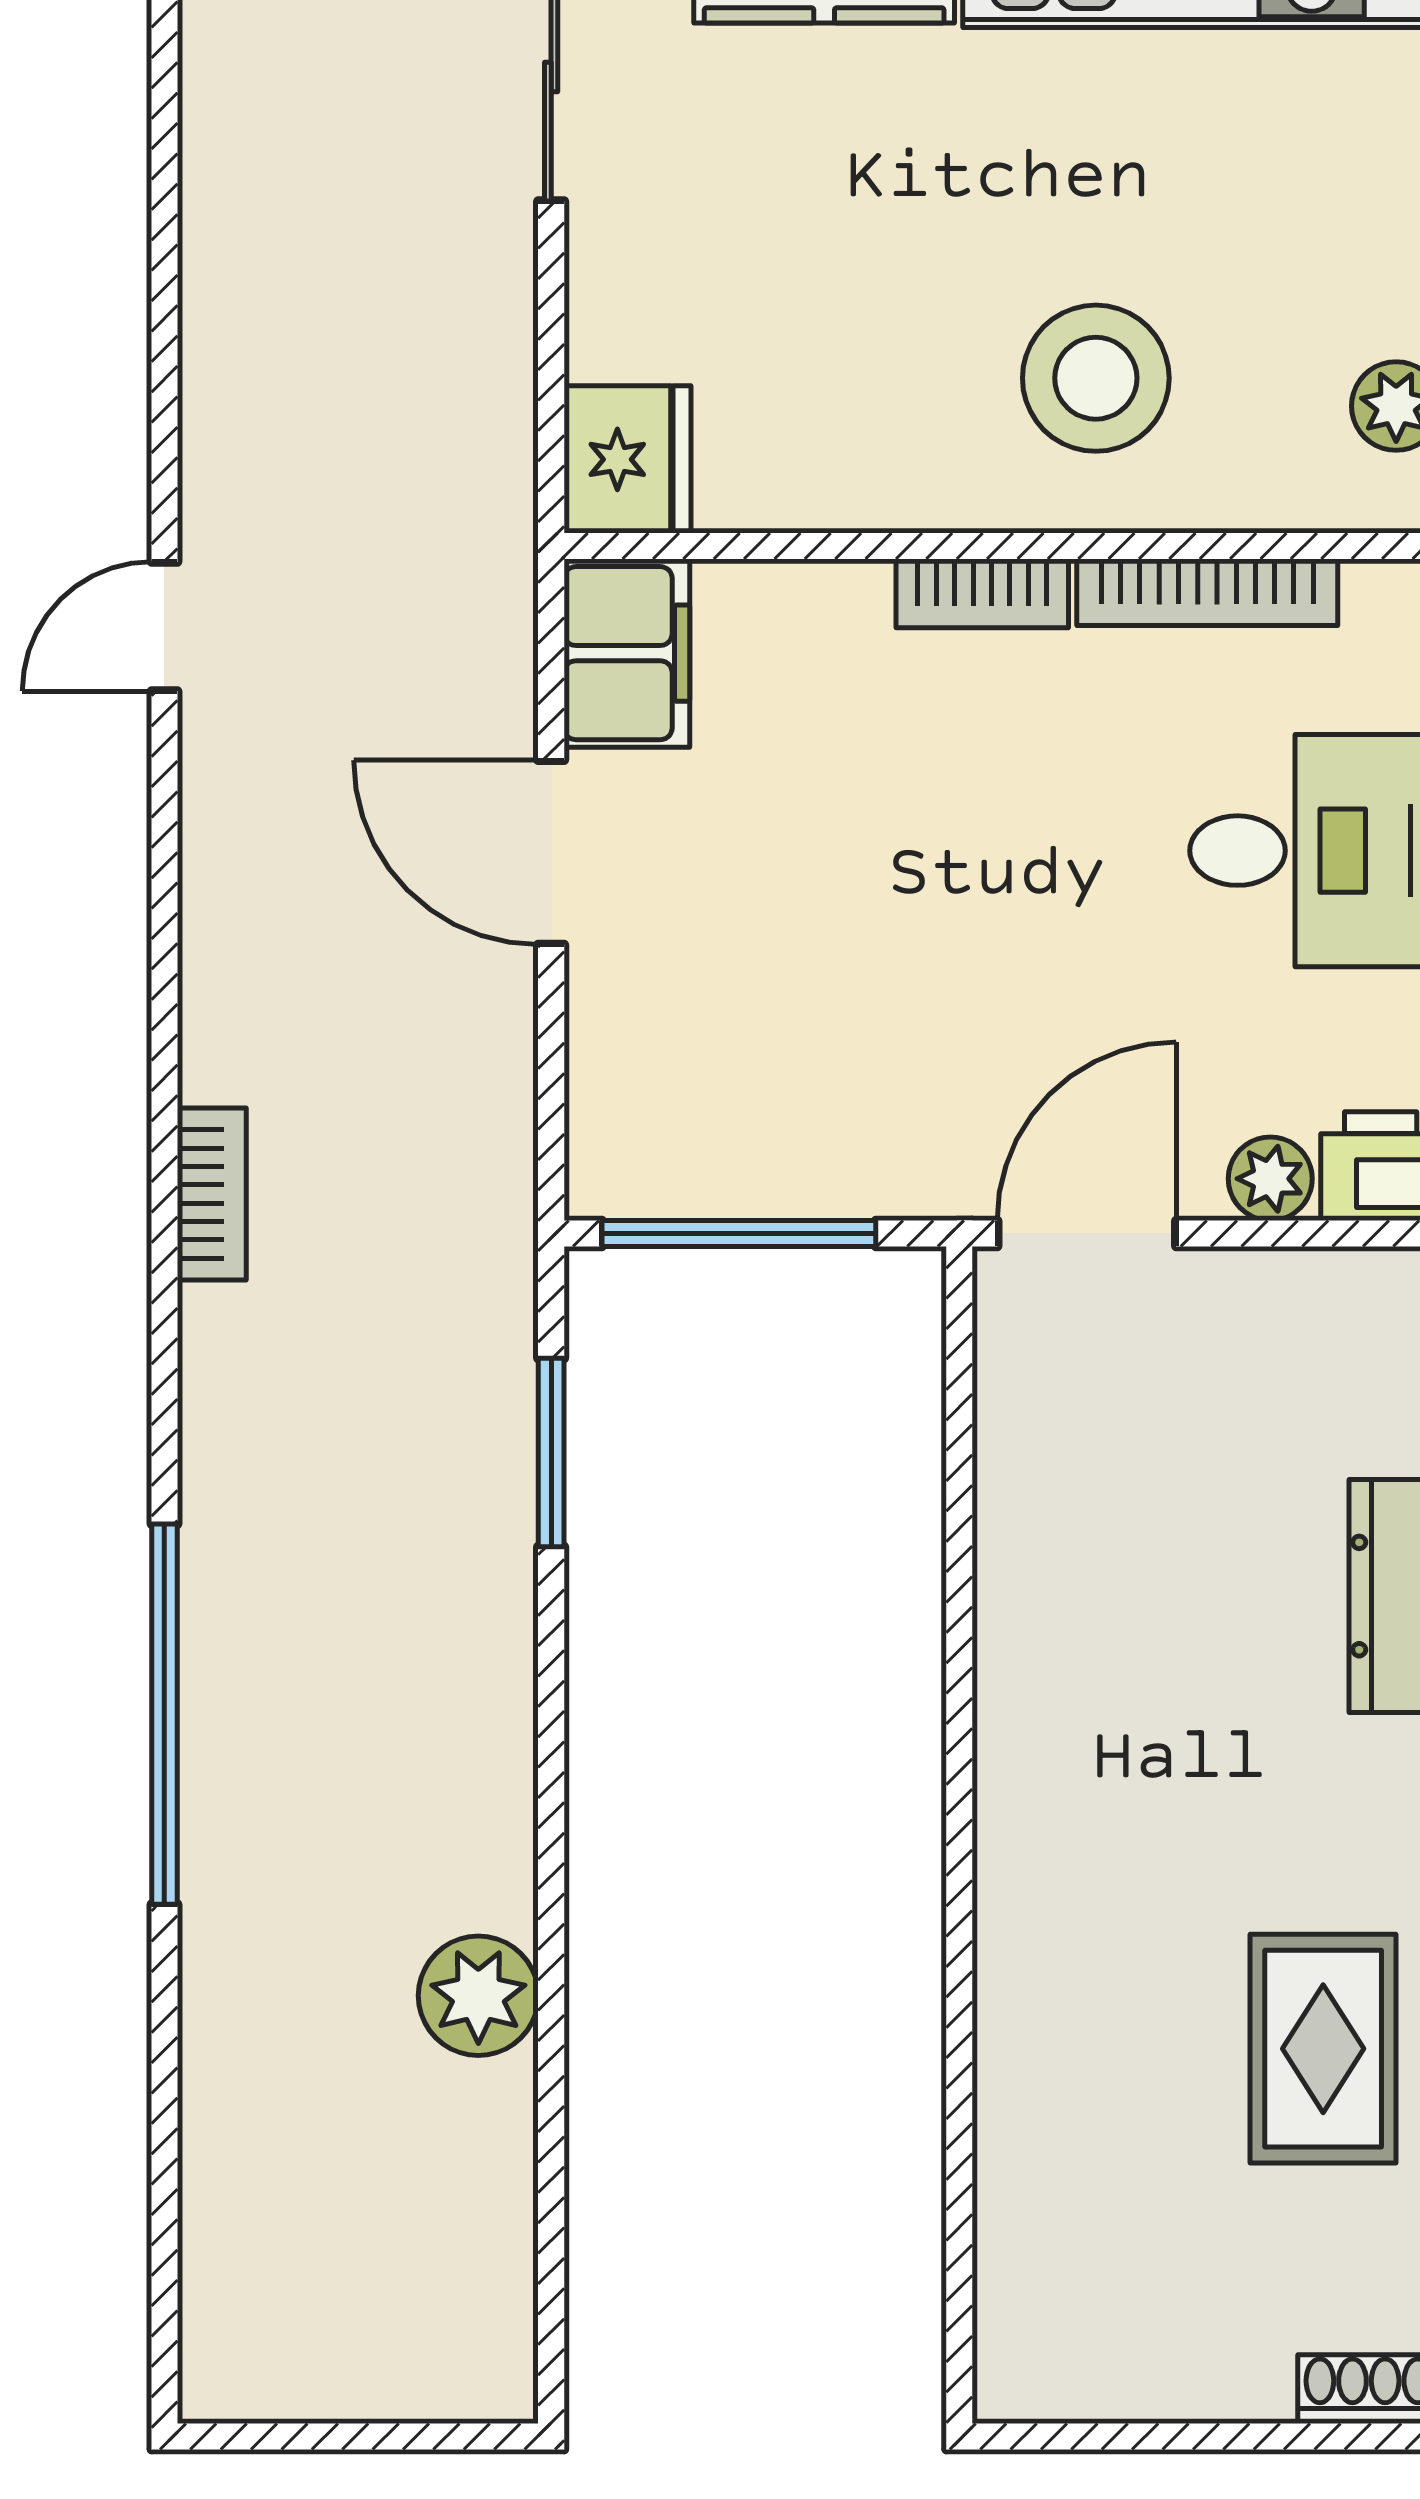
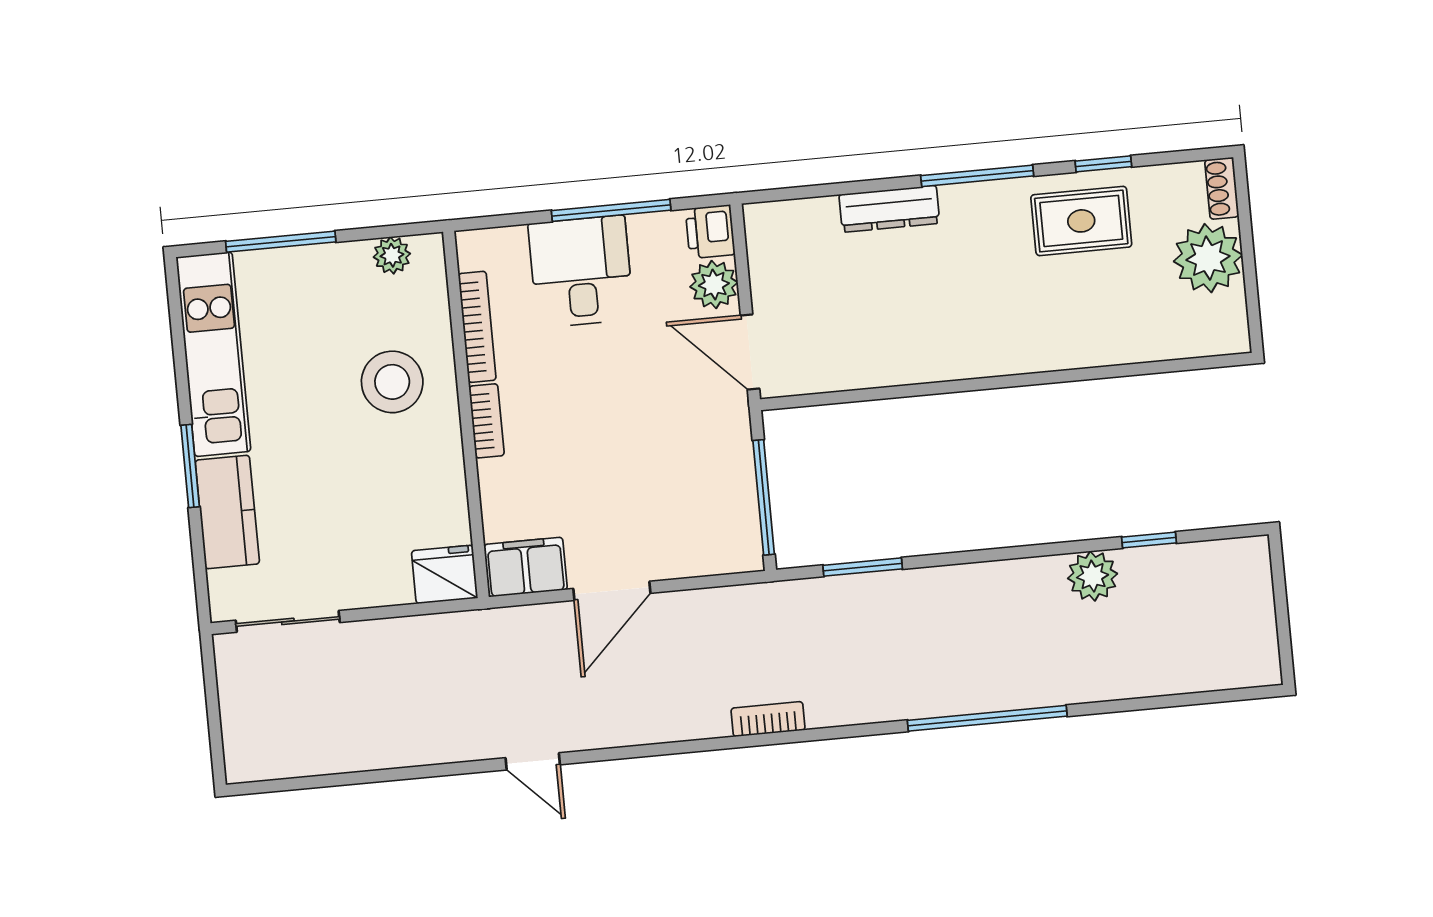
plant: (1270, 1179) -> (714, 285), width x1.38, depth x1.38
window: (551, 2138) -> (1149, 540), added
plant: (1207, 2341) -> (1208, 258), added

